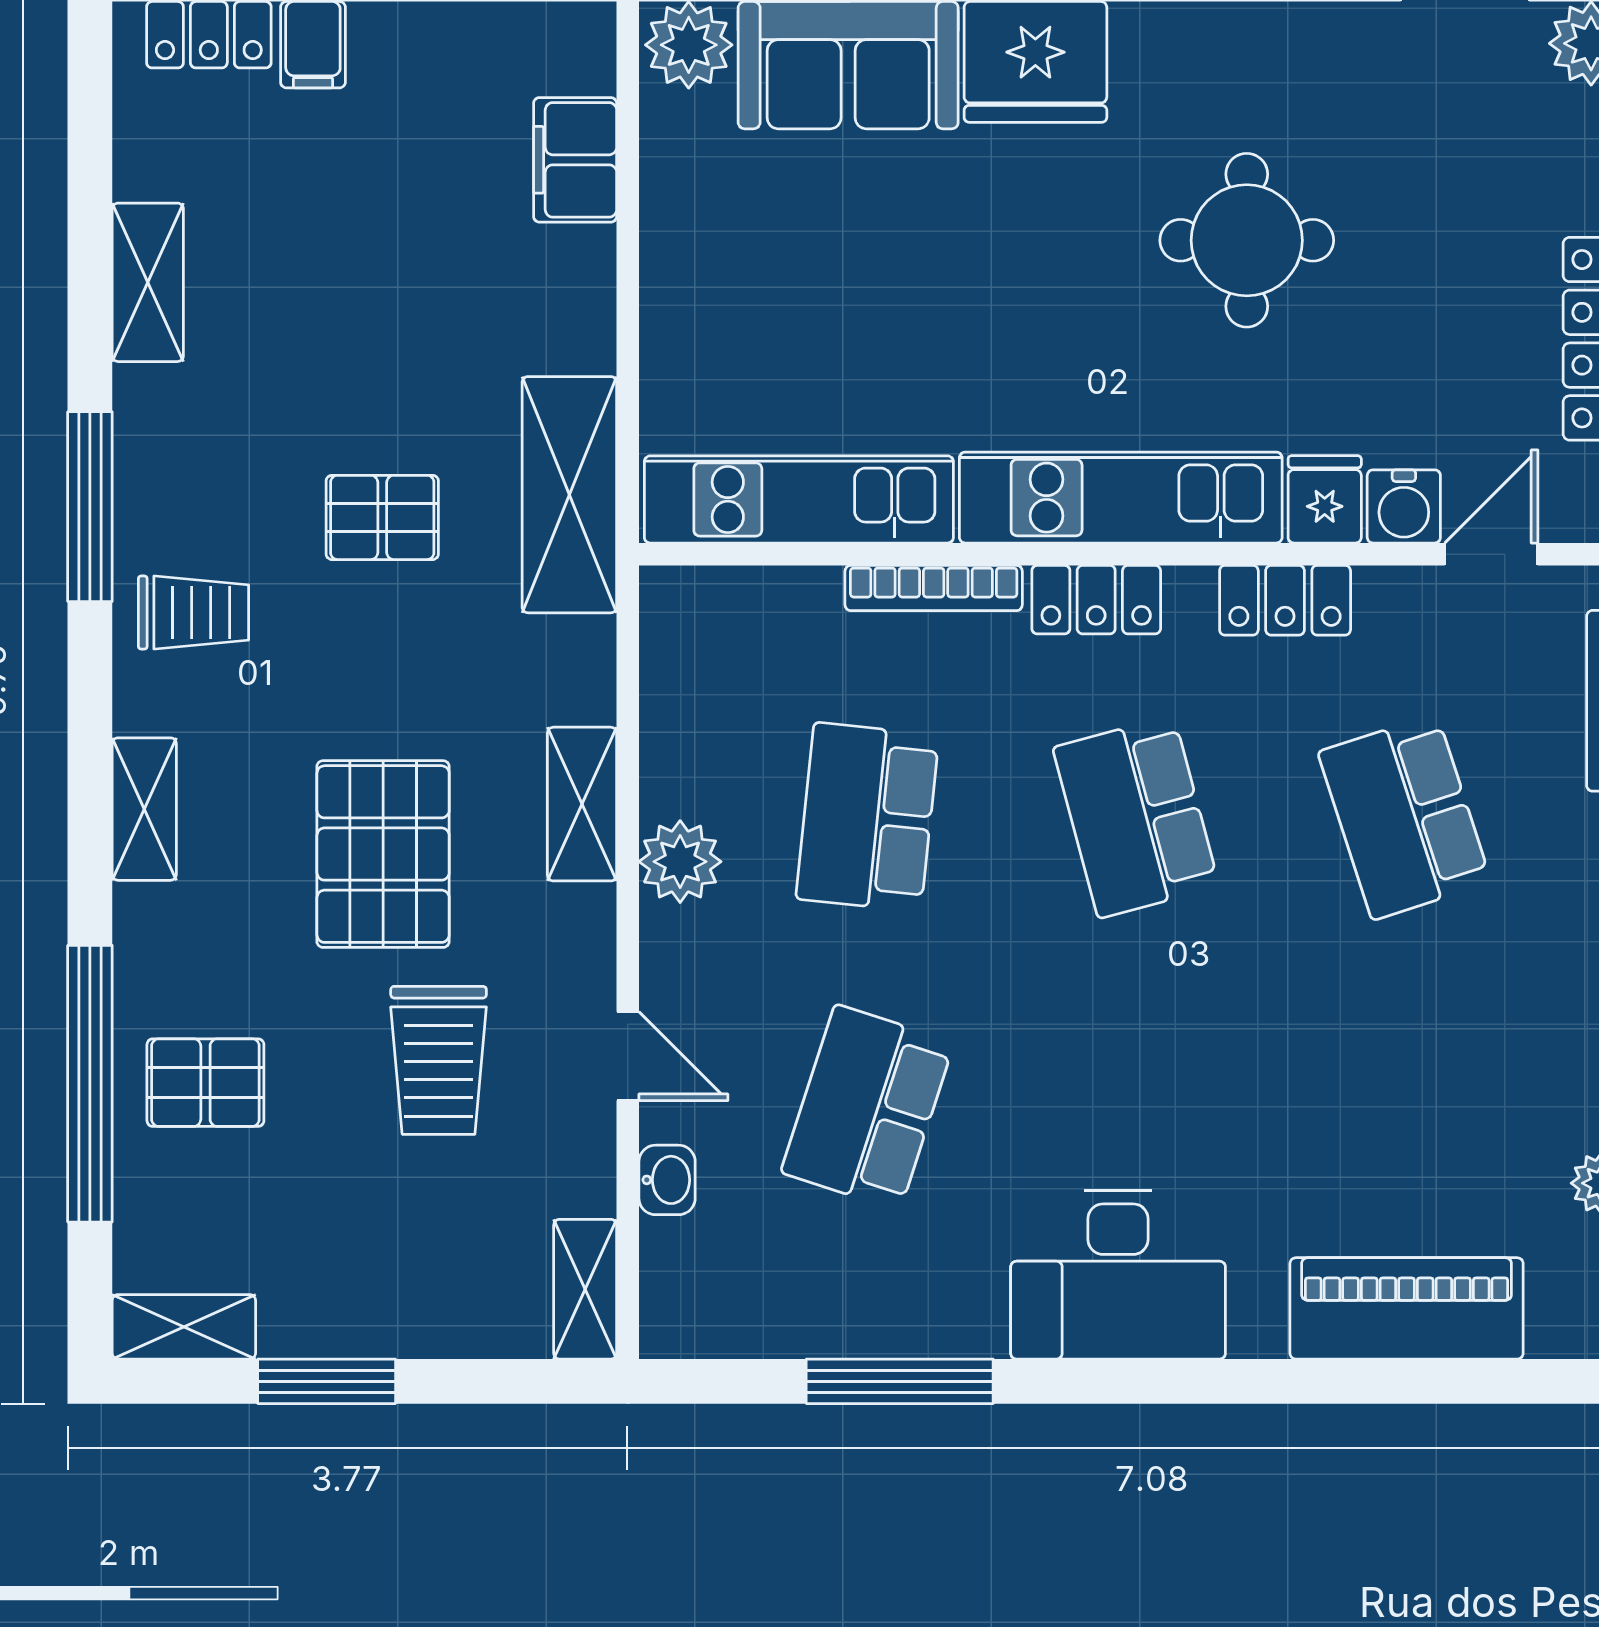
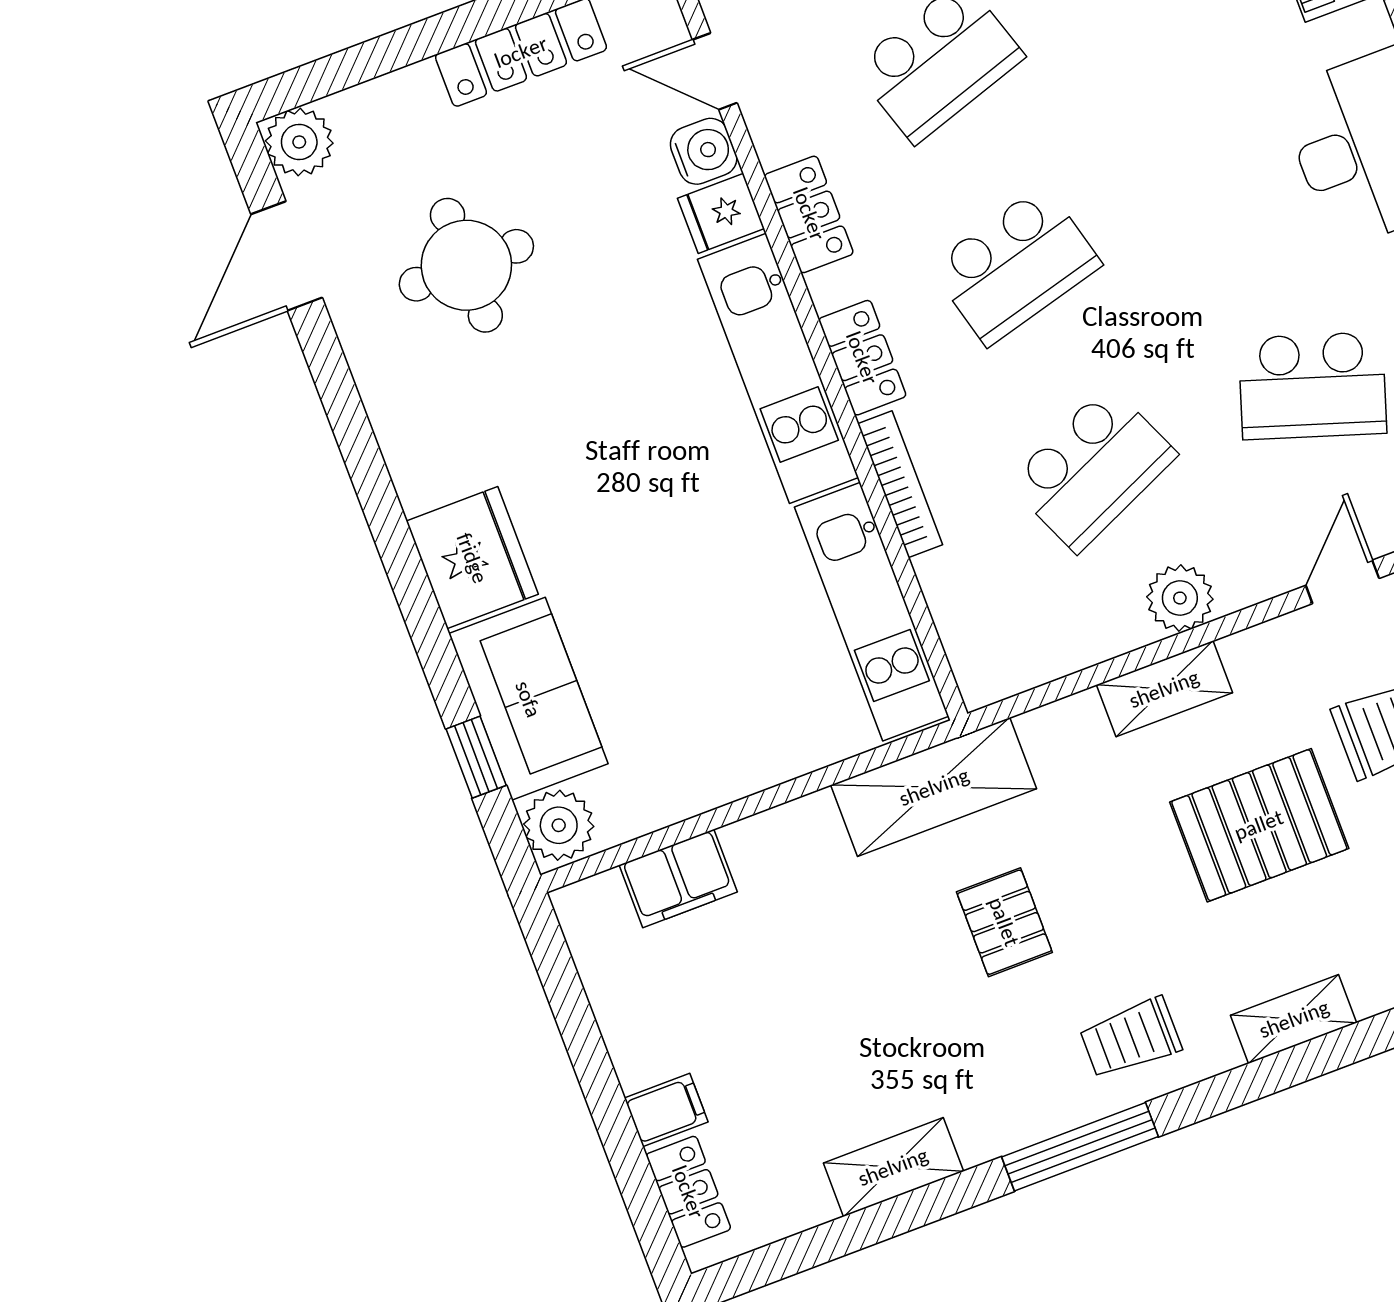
round table: (1247, 240) -> (466, 265), moved
trolley: (193, 612) -> (1131, 1038), turned -90
school desk: (867, 817) -> (1093, 469), turned -30

